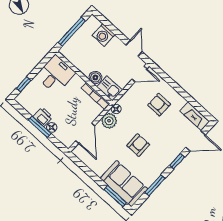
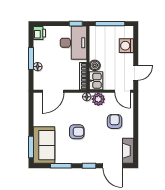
desk: (56, 74) -> (73, 43), width x1.37
window: (24, 84) -> (76, 24), moved
printer: (43, 117) -> (39, 33), moved
plant: (109, 121) -> (98, 99), moved

